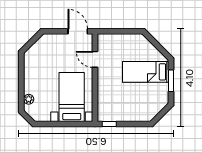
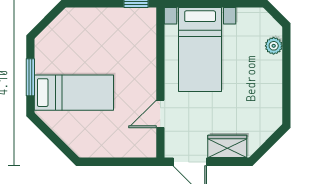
wardrobe: (56, 40) -> (227, 146), added
door: (95, 59) -> (160, 114), swing flipped

